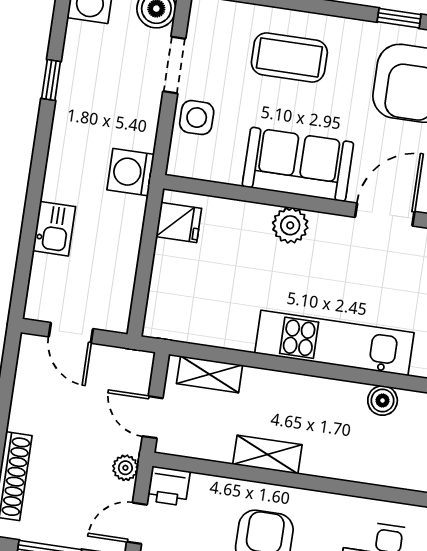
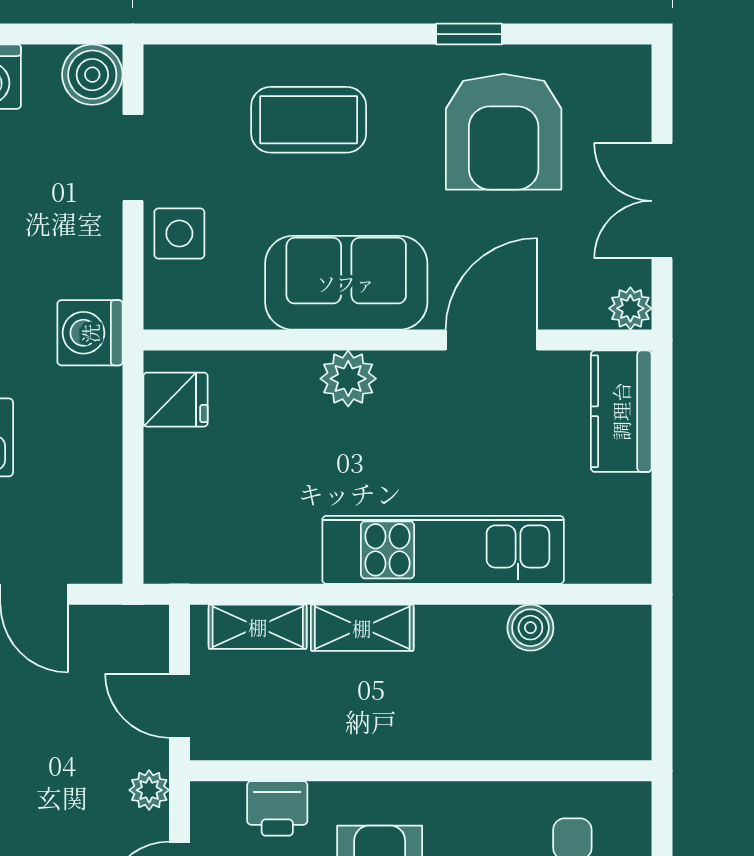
shelving: (267, 455) -> (362, 628), moved
printer: (169, 486) -> (277, 808), moved

